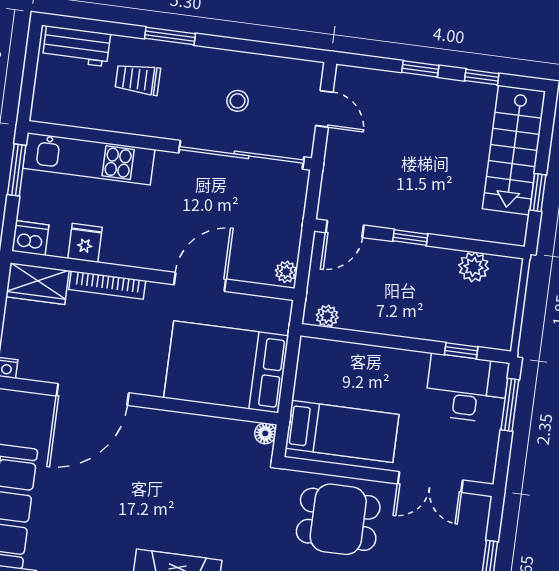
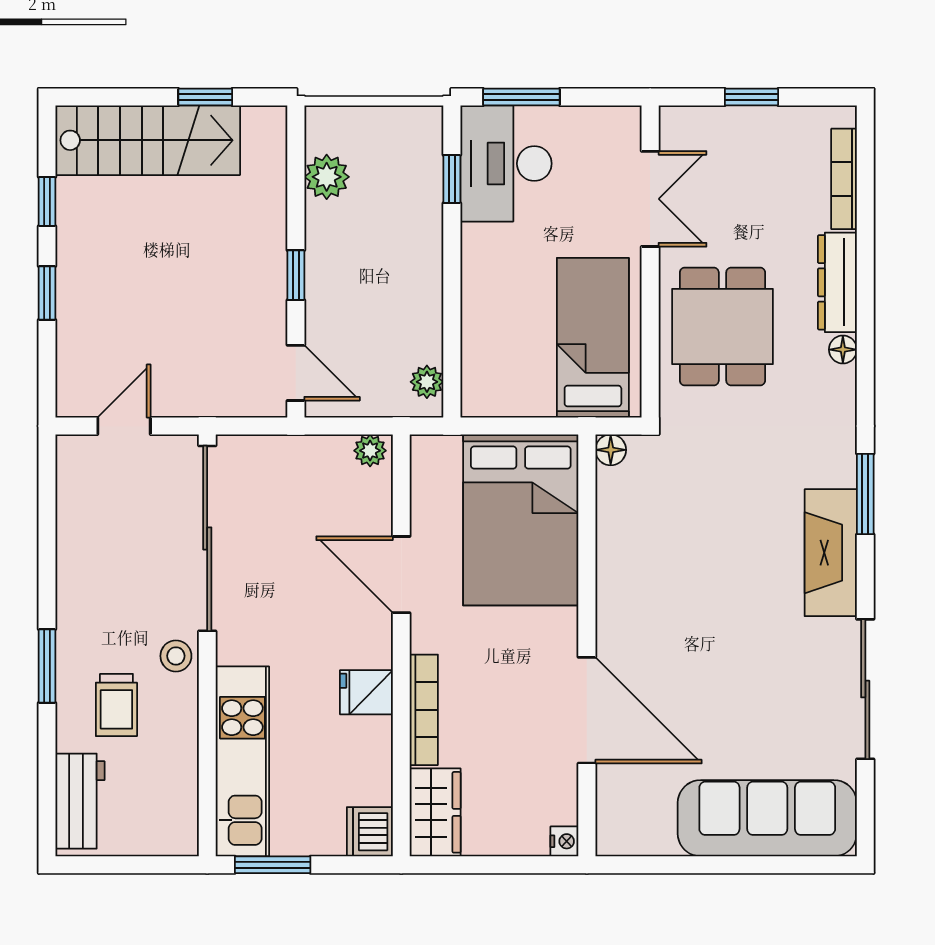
stool: (238, 101) -> (176, 656), moved
fridge: (85, 243) -> (366, 692), moved

